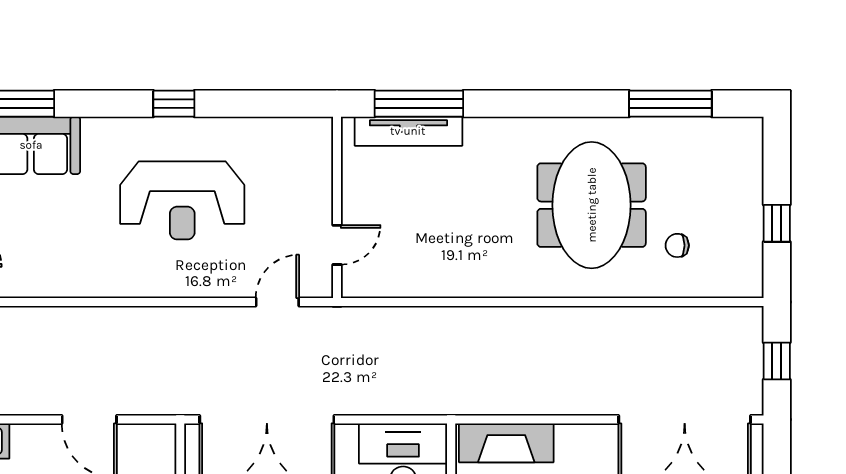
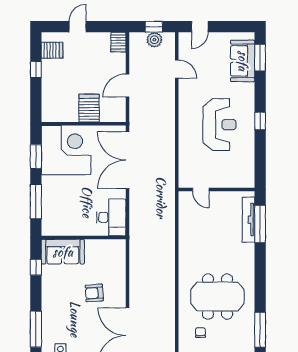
reception desk: (182, 200) -> (219, 125), turned 180
door: (277, 302) -> (177, 69), moved
fireplace: (506, 443) -> (118, 261), removed

